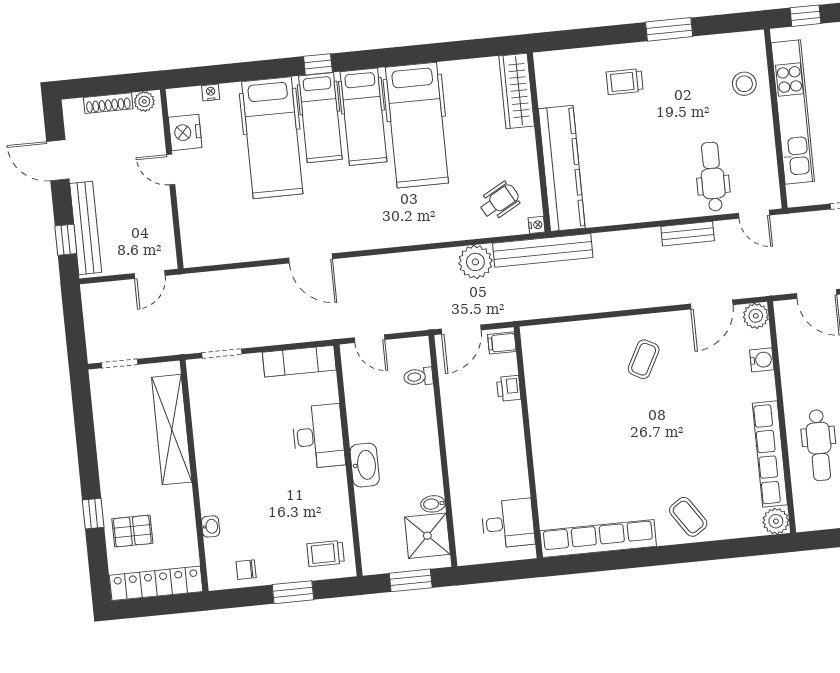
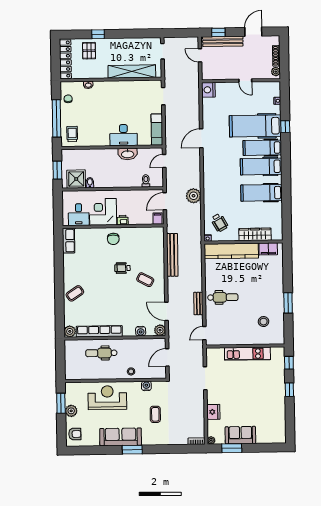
window: (318, 64) -> (285, 127), moved
trolley: (625, 82) -> (267, 282), removed
stool: (744, 84) -> (264, 322), moved
filing cabinet: (550, 85) -> (268, 249), added
wardrobe: (517, 91) -> (255, 234), moved
kitchen unit: (793, 112) -> (247, 354), width x0.73
hospital bed: (417, 125) -> (262, 193), width x0.73, depth x0.78
nightstand: (185, 132) -> (208, 90), moved, turned -90
door: (171, 169) -> (245, 81), swing flipped
dental chair: (713, 177) -> (223, 297), moved
bench: (543, 250) -> (172, 255), moved
plant: (475, 262) -> (194, 196), moved
door: (150, 274) -> (200, 55), moved
door: (461, 329) -> (165, 201), hinge flipped
printer: (509, 388) -> (123, 220), moved
wheelchair: (621, 413) -> (122, 268), added
chair: (557, 440) -> (113, 239), added
washbasin: (365, 465) -> (128, 154), moved
corner desk: (497, 468) -> (103, 212), added
row of seats: (598, 539) -> (69, 241), width x0.50
window: (293, 592) -> (57, 118), width x2.11

